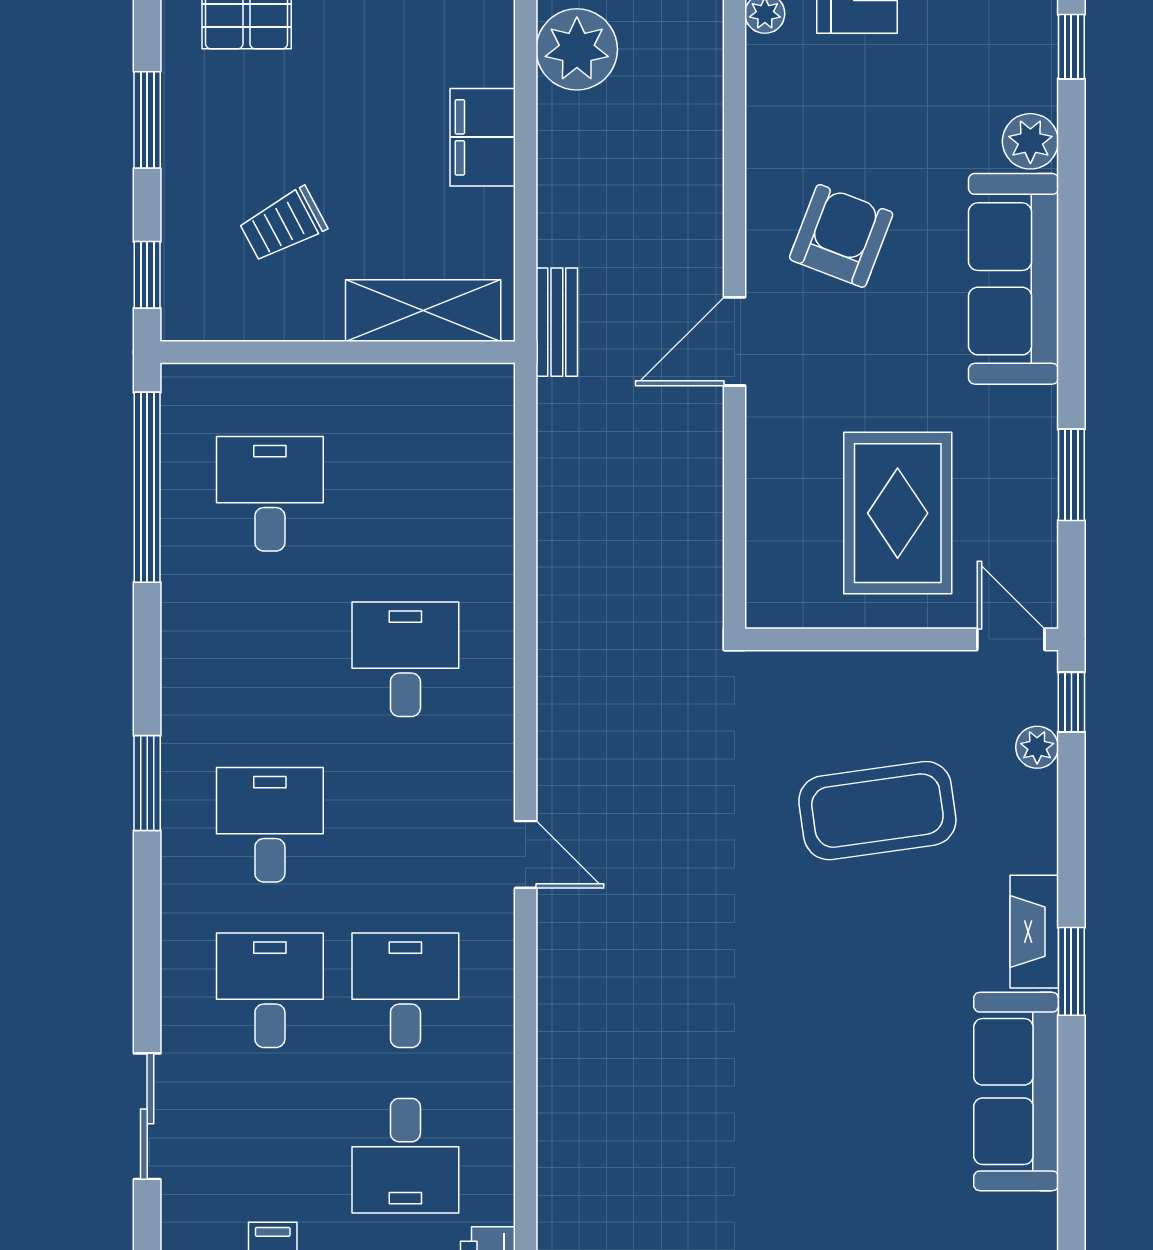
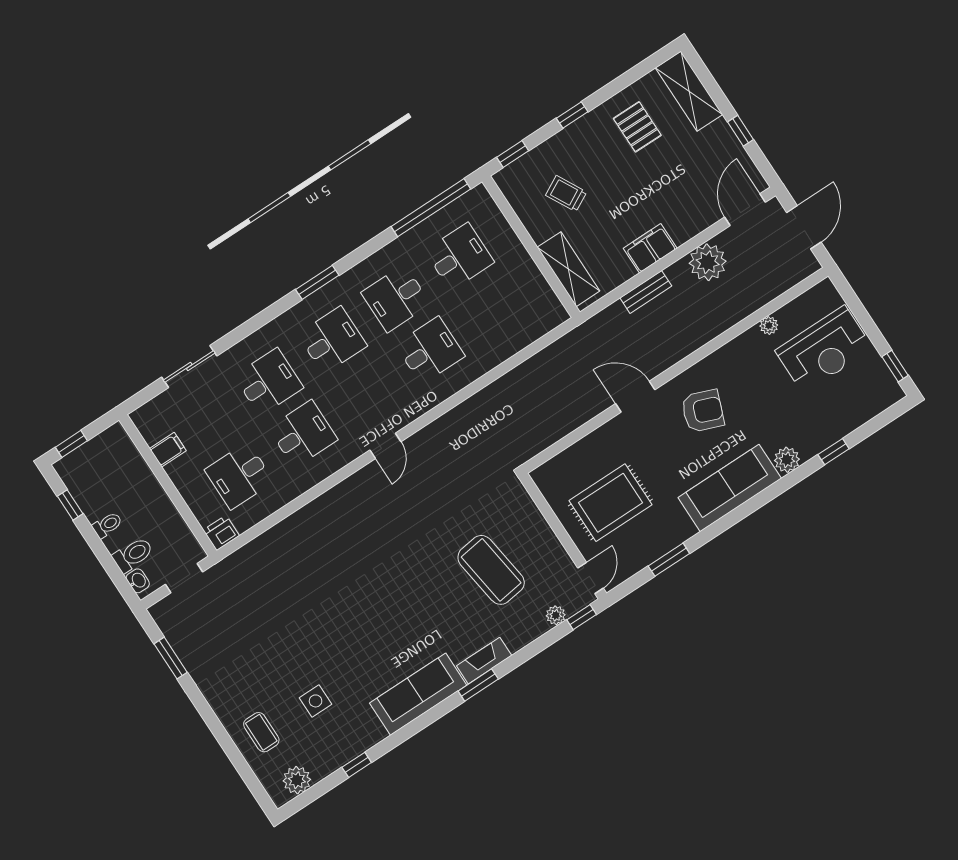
window: (147, 120) -> (572, 115), width x0.67
bench: (557, 322) -> (646, 292), moved
desk: (270, 659) -> (396, 298), added

